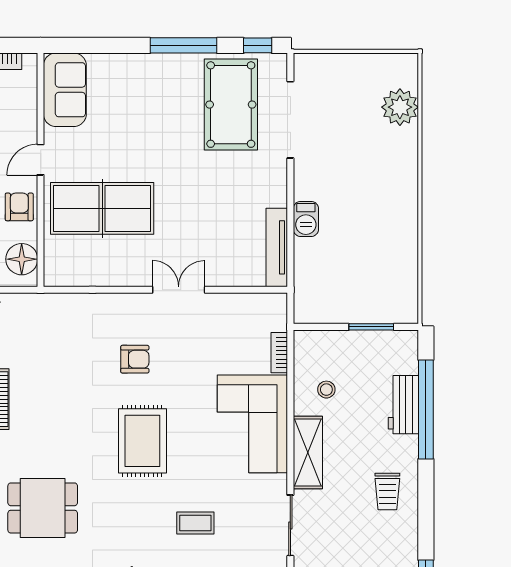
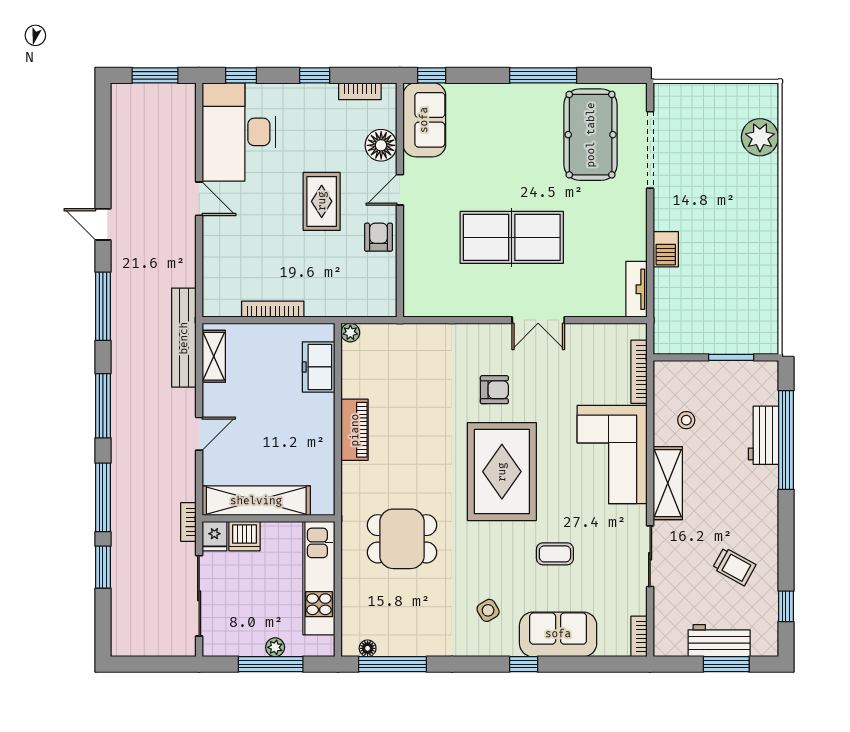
window: (258, 45) -> (432, 75), moved
table tennis table: (102, 208) -> (512, 237), moved
tv unit: (277, 247) -> (637, 289), width x0.71
floor lamp: (22, 259) -> (381, 145), moved
double door: (179, 290) -> (538, 320), swing flipped
bookcase: (279, 353) -> (639, 372), width x1.56
rug: (142, 441) -> (502, 472), width x1.37, depth x1.44
trolley: (387, 491) -> (734, 566), moved, turned -61

